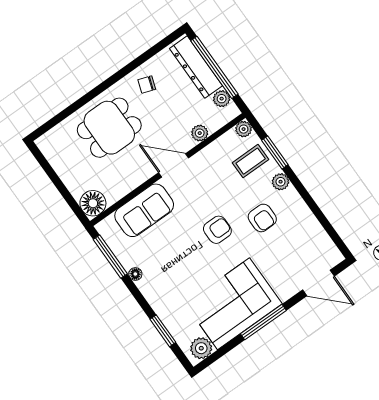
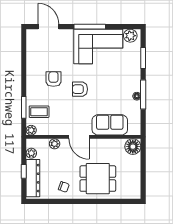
window: (214, 67) -> (24, 171), width x0.32
plant: (281, 182) -> (31, 91), removed
window: (110, 257) -> (143, 94), moved

